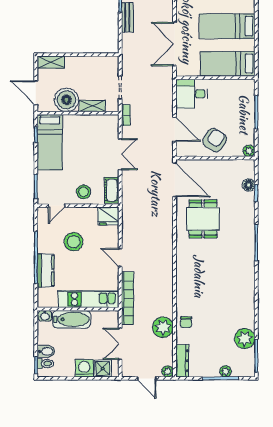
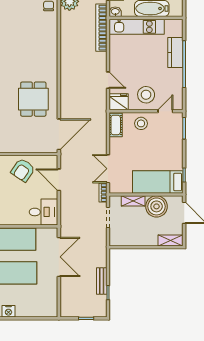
bed: (50, 142) -> (158, 182), moved, turned -90
double door: (120, 154) -> (108, 169), moved
door: (175, 180) -> (59, 134), swing flipped
stool: (74, 242) -> (146, 95), moved
door: (120, 257) -> (108, 80), moved
washbasin: (45, 316) -> (115, 12), moved

